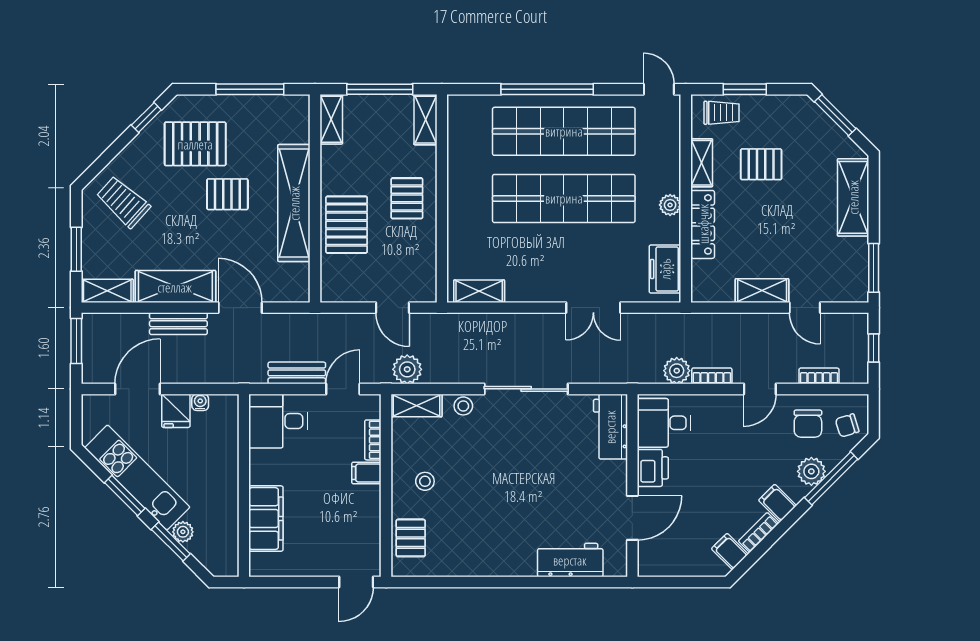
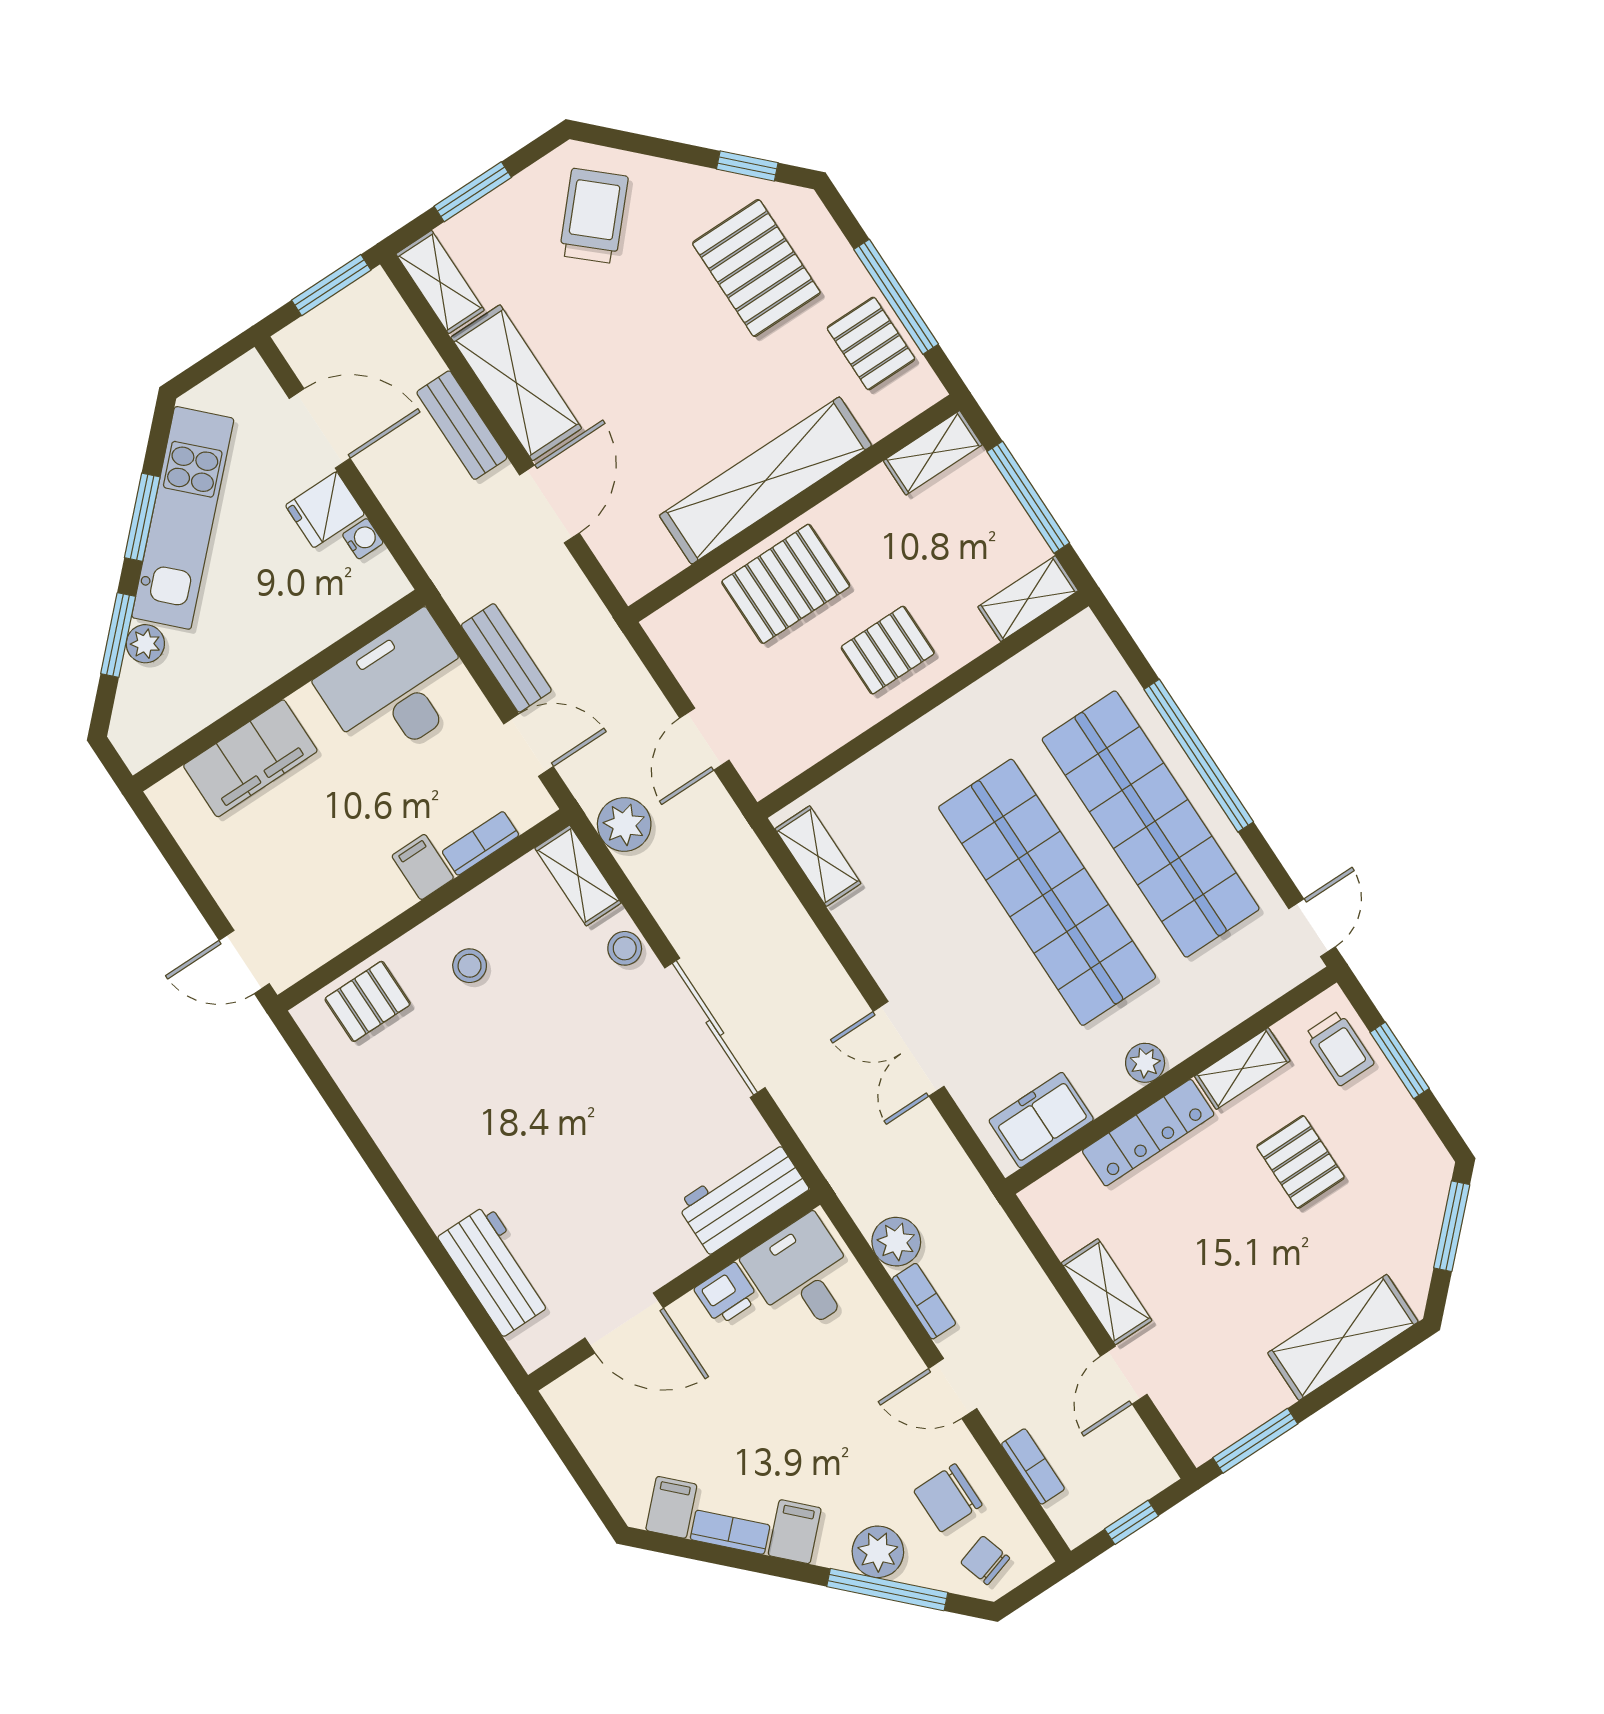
pallet: (227, 194) -> (871, 343), moved
desk: (278, 421) -> (398, 688), width x1.37
printer: (653, 468) -> (727, 1294), width x0.73, depth x0.81

